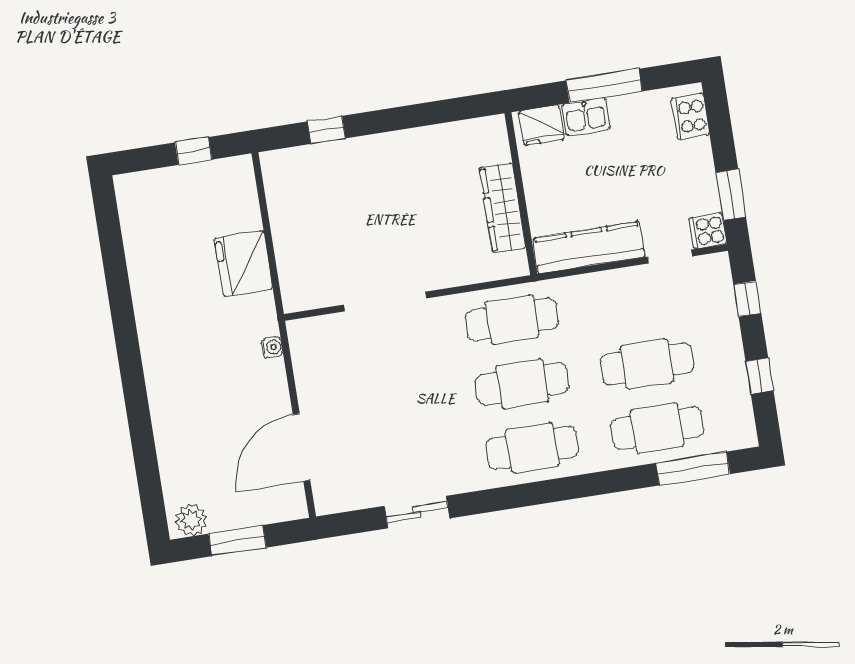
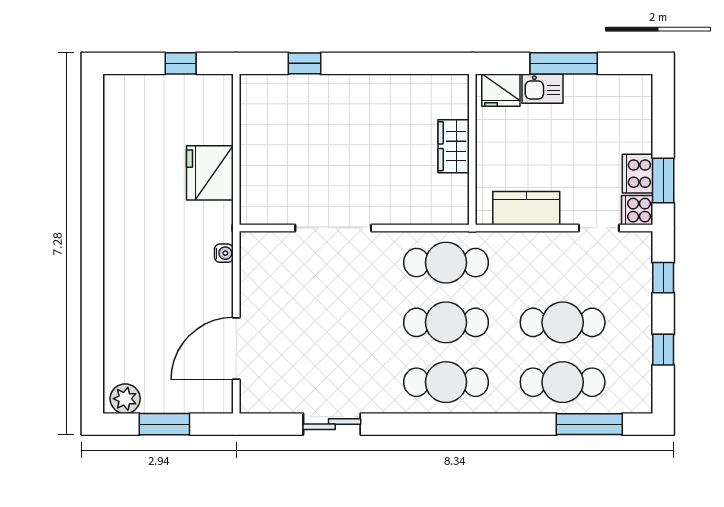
cooker: (690, 116) -> (638, 174), moved
wardrobe: (503, 208) -> (454, 146), width x0.67
kitchen counter: (589, 248) -> (526, 208), width x0.67

